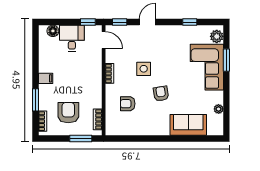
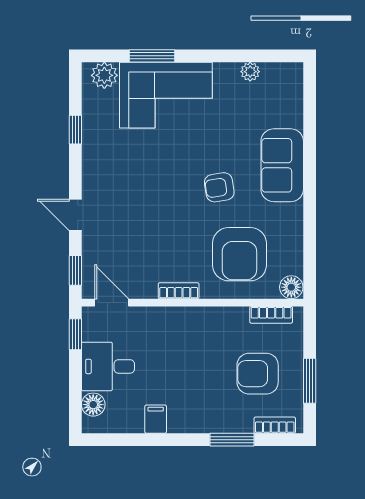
door: (104, 40) -> (112, 303), hinge flipped
side table: (144, 69) -> (169, 222), removed
filing cabinet: (46, 78) -> (156, 419), moved
armchair: (128, 104) -> (239, 254), width x1.88, depth x1.88
sofa: (188, 125) -> (282, 165), moved
floor lamp: (111, 129) -> (291, 287), added
window: (81, 139) -> (310, 381), moved

